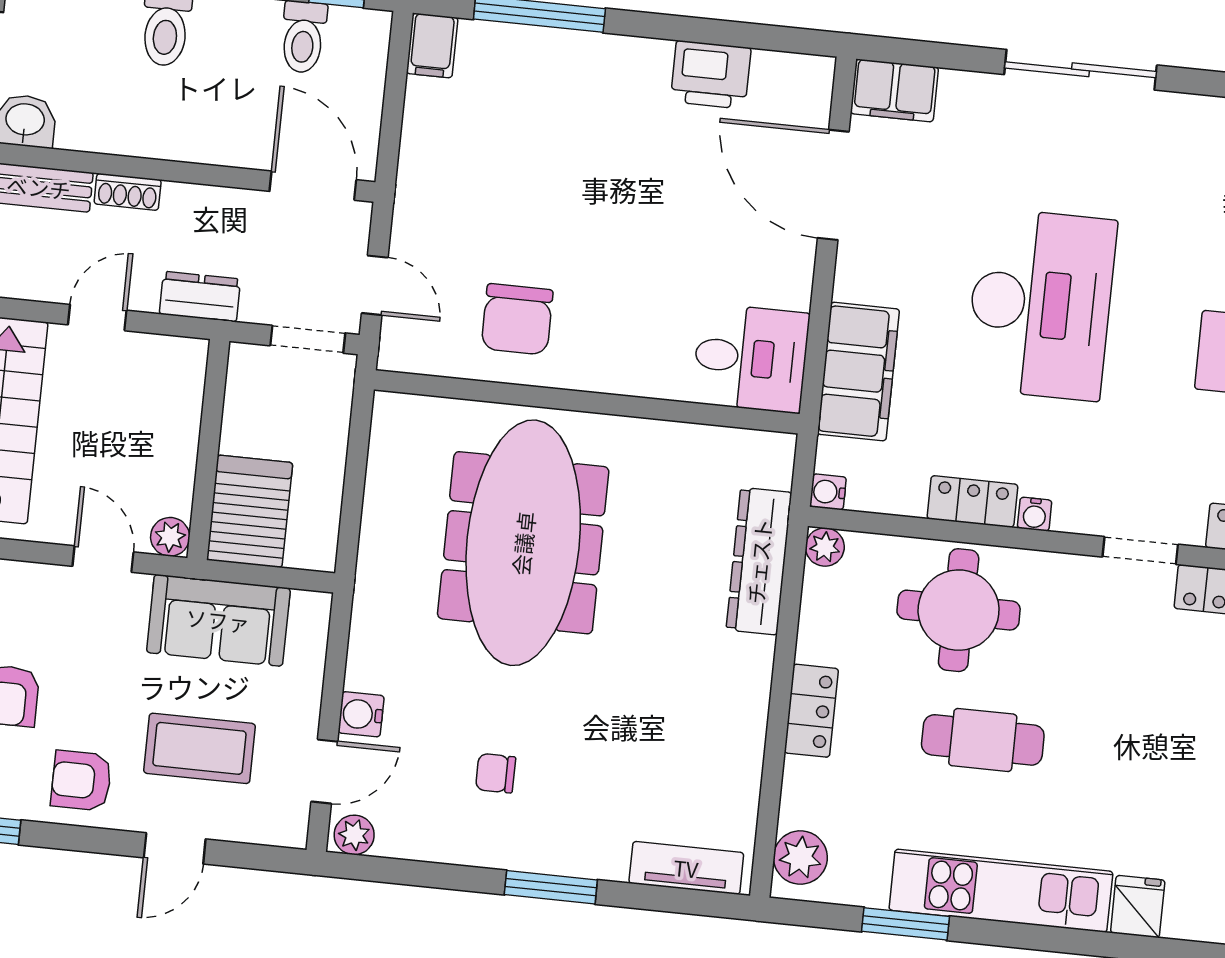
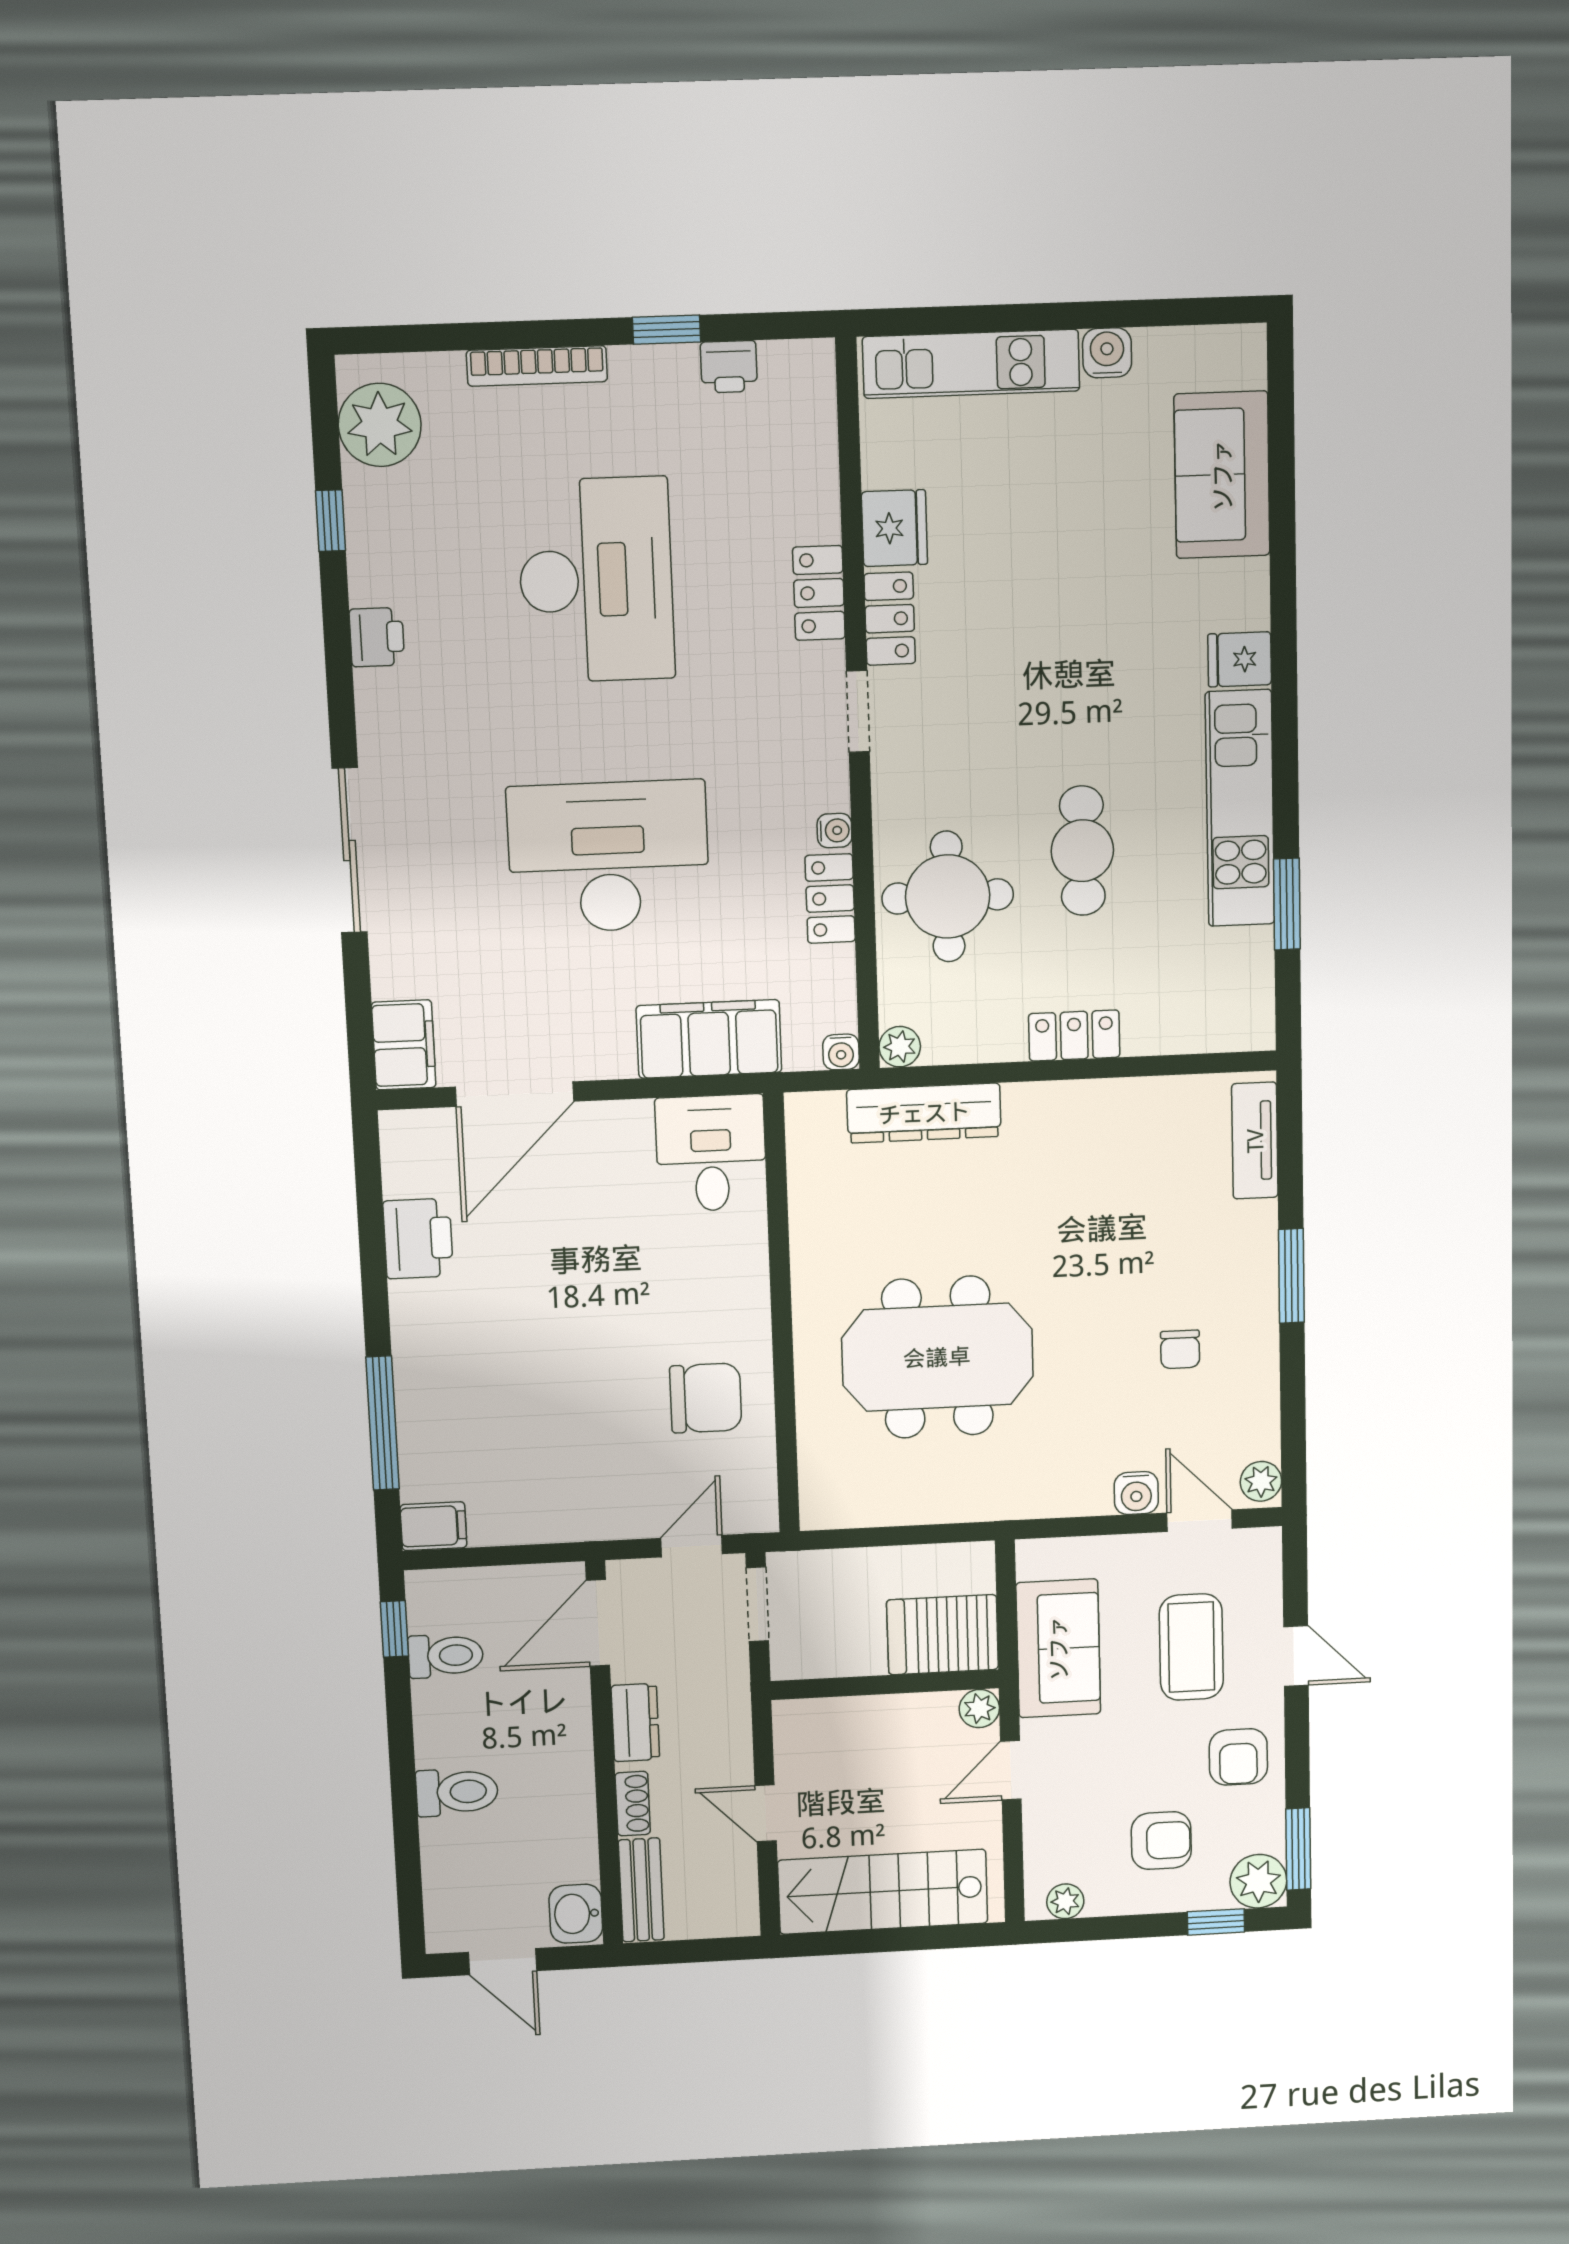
dresser: (200, 297) -> (635, 1723), moved, turned 180
meeting table: (523, 543) -> (937, 1357), width x0.73
plant: (800, 857) -> (1230, 1024), removed

